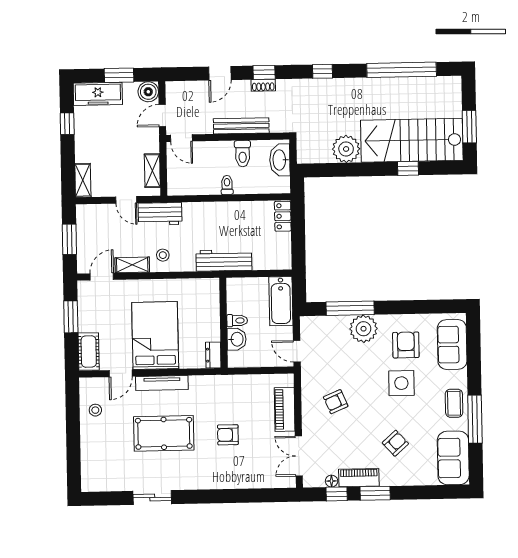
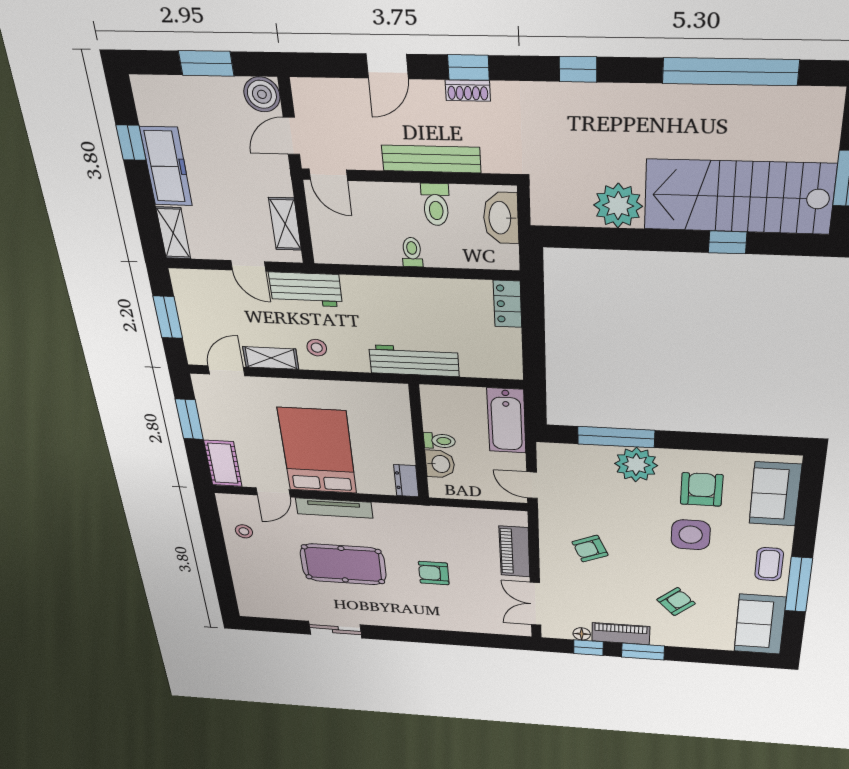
freezer: (98, 94) -> (166, 166), moved, turned -90

